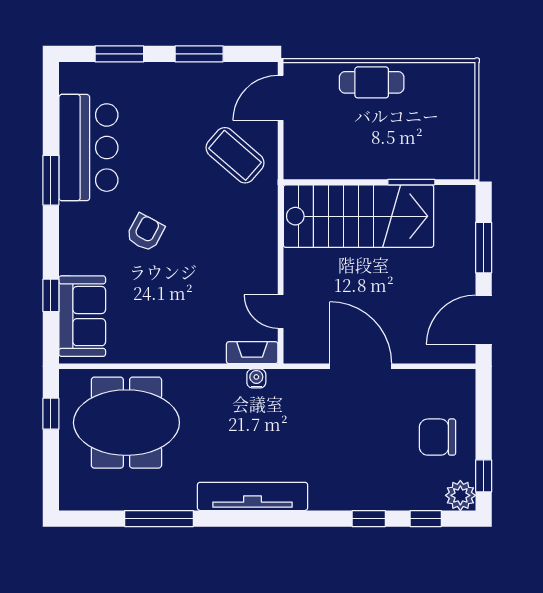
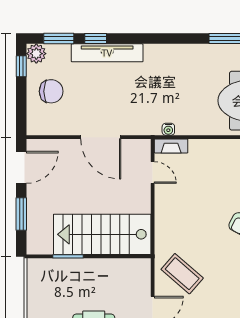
tv unit: (253, 496) -> (107, 53), moved
window: (426, 519) -> (59, 39), width x1.50

